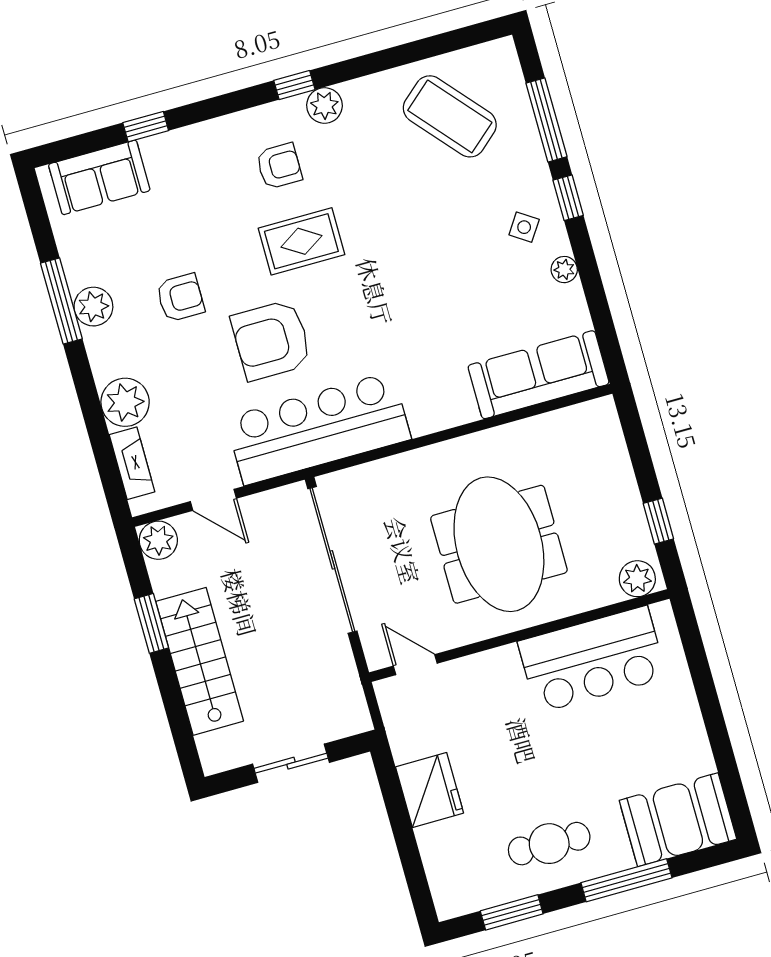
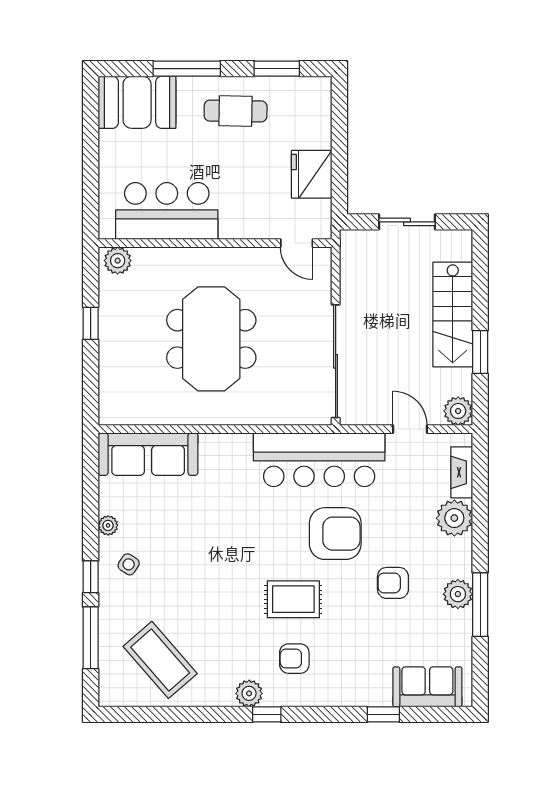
plant: (637, 579) -> (118, 261), moved
wall: (519, 636) -> (215, 243), moved
bar counter: (592, 659) -> (167, 211), moved
door: (415, 665) -> (297, 243), moved

